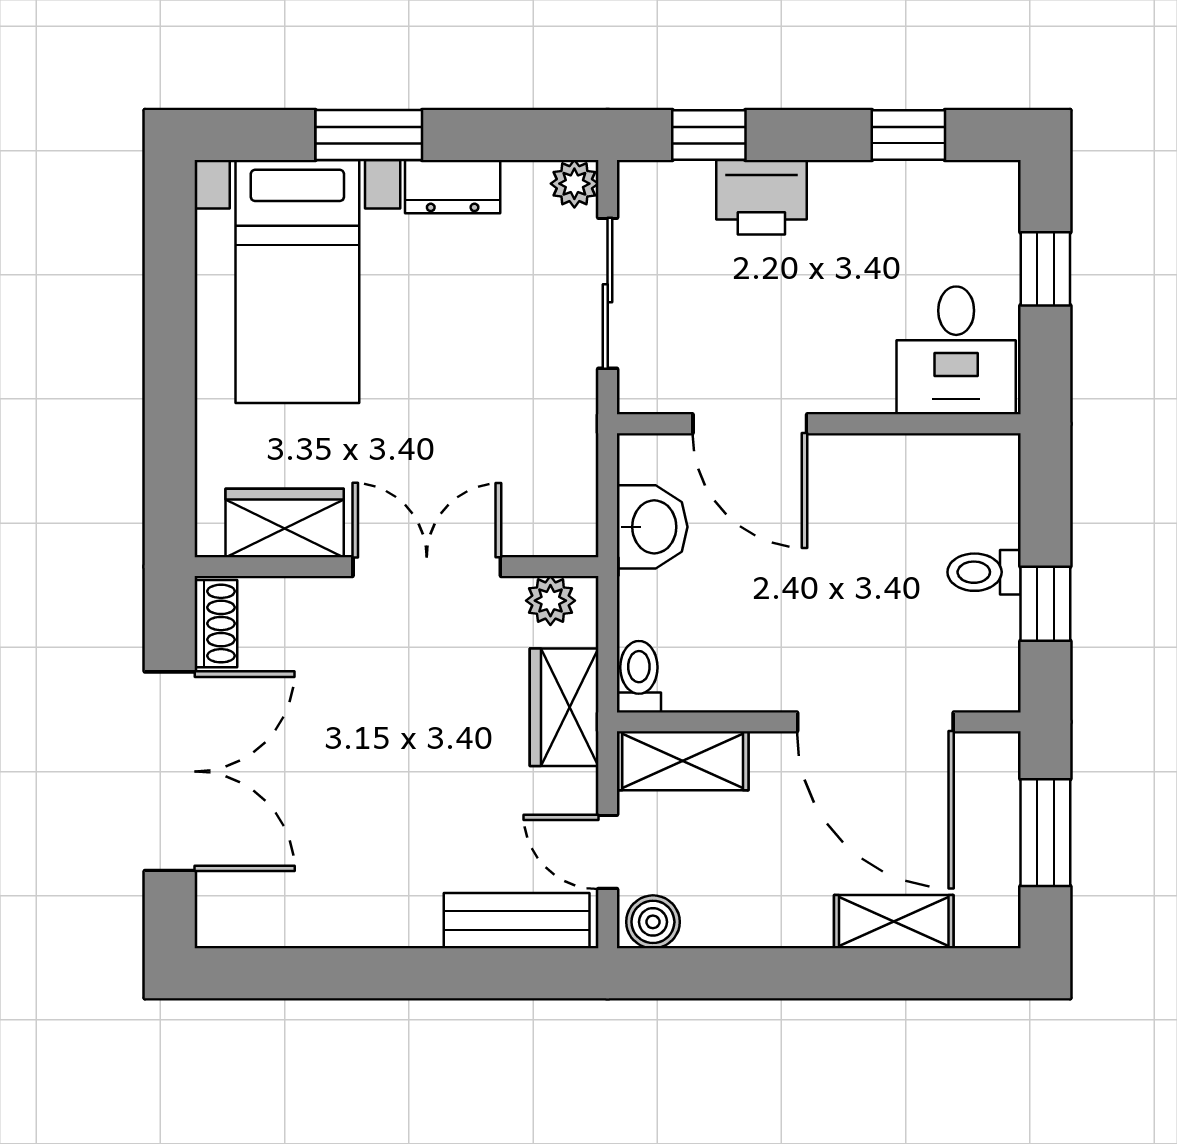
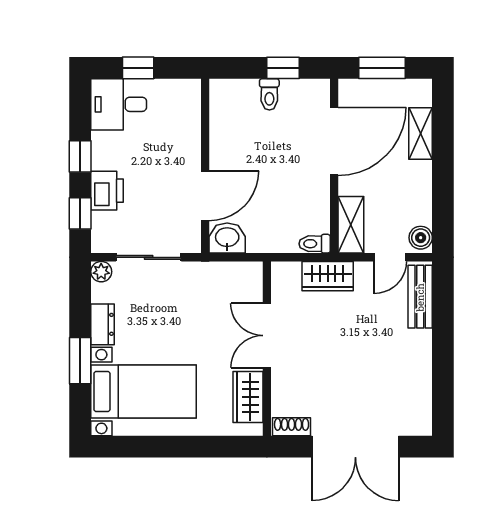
window: (908, 135) -> (80, 156), moved
desk: (956, 350) -> (119, 104), moved, turned 180
washbasin: (652, 527) -> (227, 238), moved
plant: (550, 601) -> (282, 282), removed
double door: (170, 771) -> (355, 447), swing flipped

